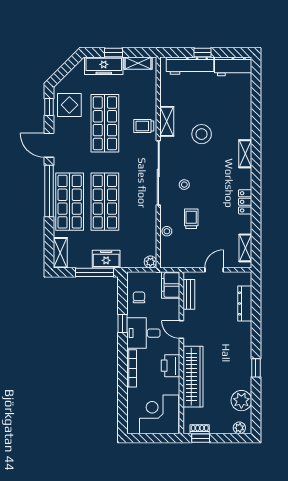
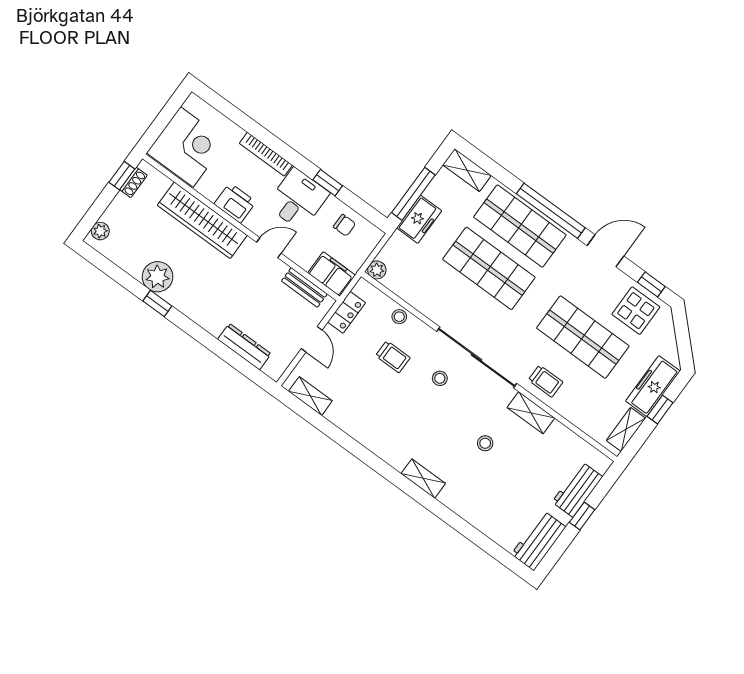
workbench: (190, 66) -> (577, 489), width x0.73
trolley: (144, 126) -> (546, 381), turned 90
stool: (202, 134) -> (485, 443), width x0.53, depth x0.53
locker: (245, 202) -> (347, 312), moved, turned 90
plant: (241, 401) -> (158, 277), moved

